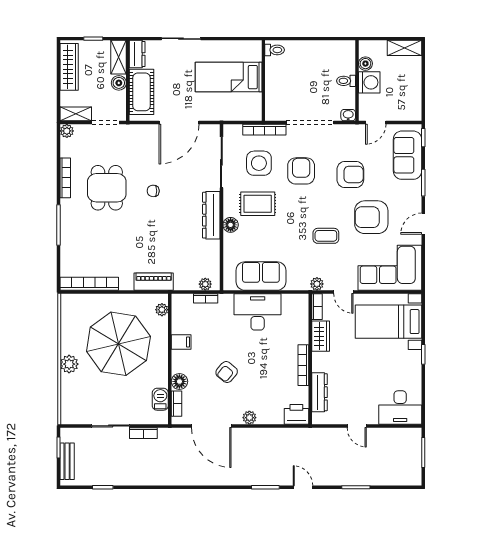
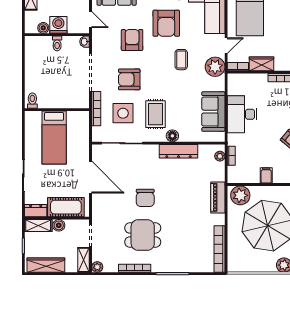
chair: (153, 191) -> (145, 198), width x1.87, depth x1.87
dresser: (211, 215) -> (179, 151), moved
plant: (317, 284) -> (215, 67), width x1.88, depth x1.88
plant: (162, 310) -> (240, 195), width x1.87, depth x1.87

